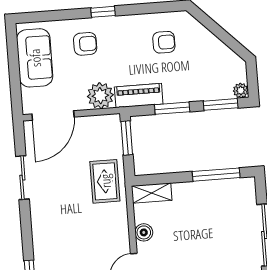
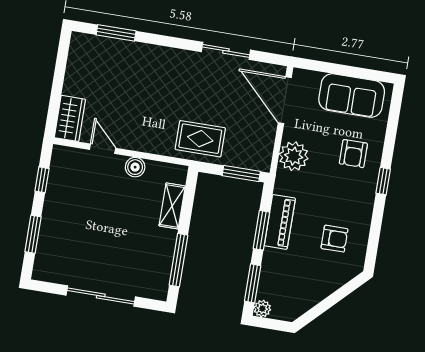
armchair: (164, 42) -> (334, 239), turned -90
piano: (139, 96) -> (280, 222), moved
shelving: (152, 193) -> (172, 206), moved

